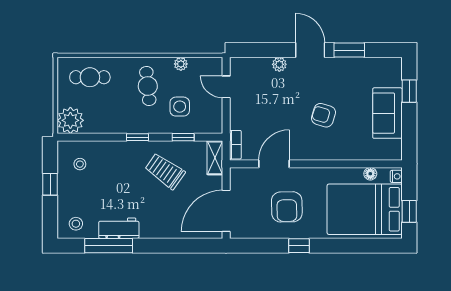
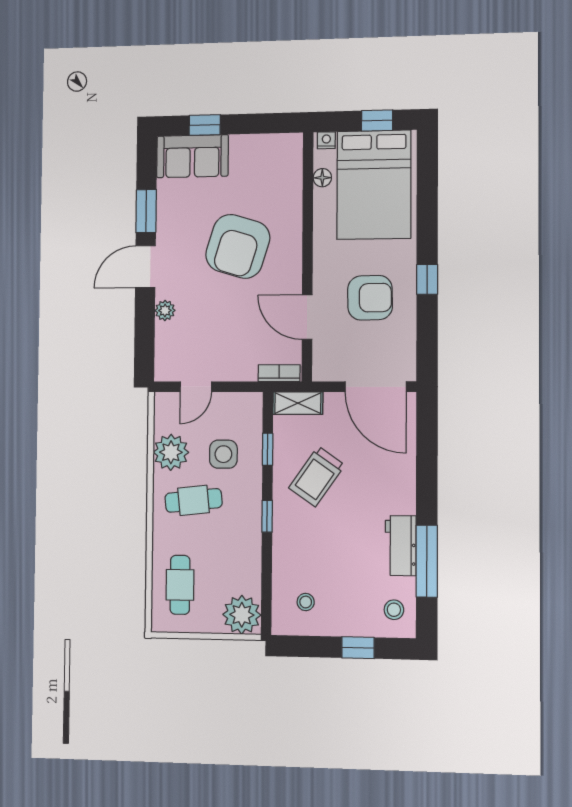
plant: (181, 64) -> (171, 452), width x1.87, depth x1.87
sofa: (387, 113) -> (192, 156), moved
armchair: (323, 115) -> (238, 246), width x1.88, depth x1.88
window: (50, 184) -> (358, 648), moved

